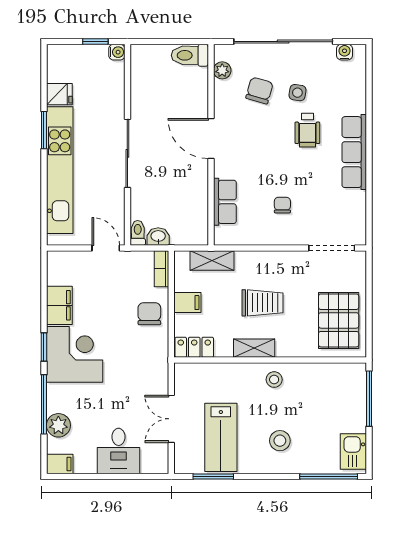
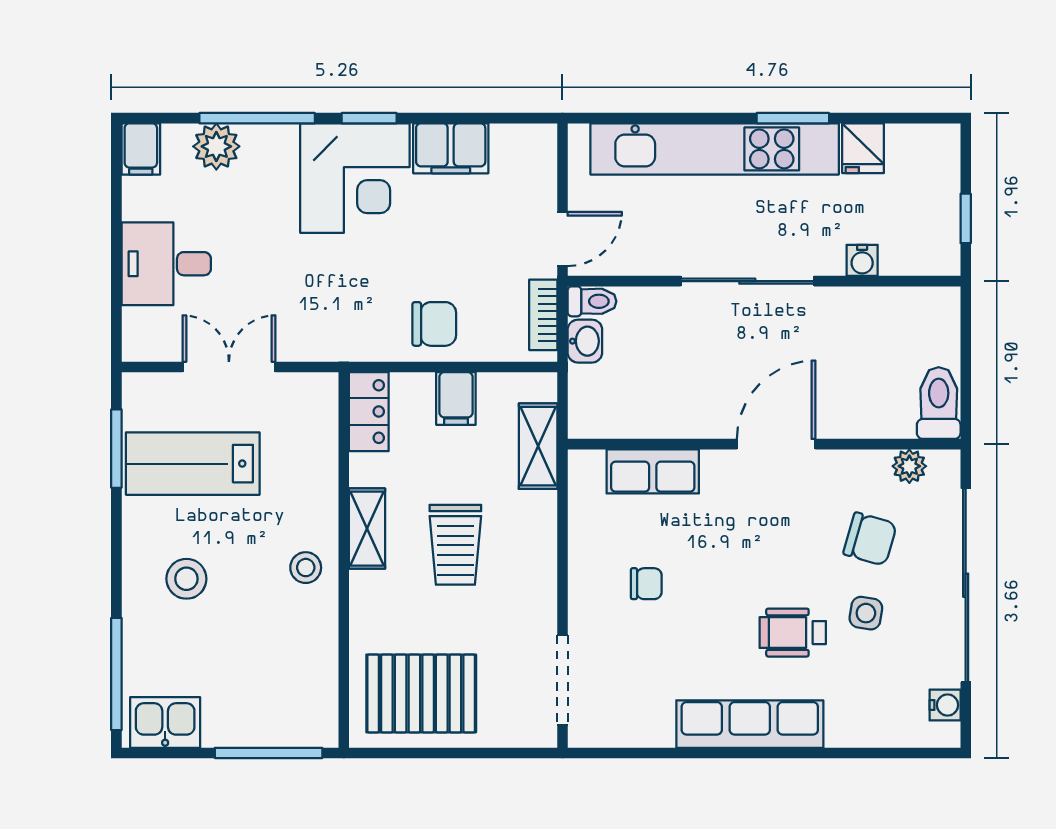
water cooler: (117, 52) -> (862, 260), moved
bookcase: (162, 269) -> (543, 315), moved, turned -90

